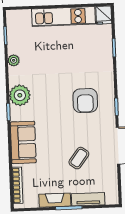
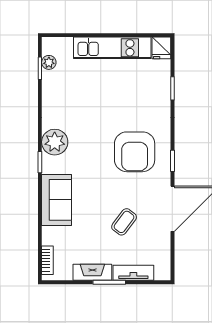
plant: (14, 60) -> (49, 62), moved
armchair: (85, 101) -> (135, 152), width x1.36, depth x1.36
bookcase: (18, 185) -> (47, 260), width x0.64

